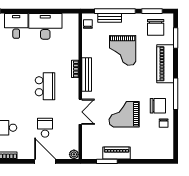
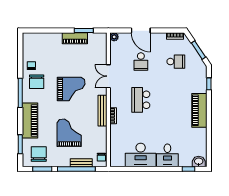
chair: (158, 106) -> (37, 82), turned -90
grand piano: (124, 114) -> (71, 89), moved

